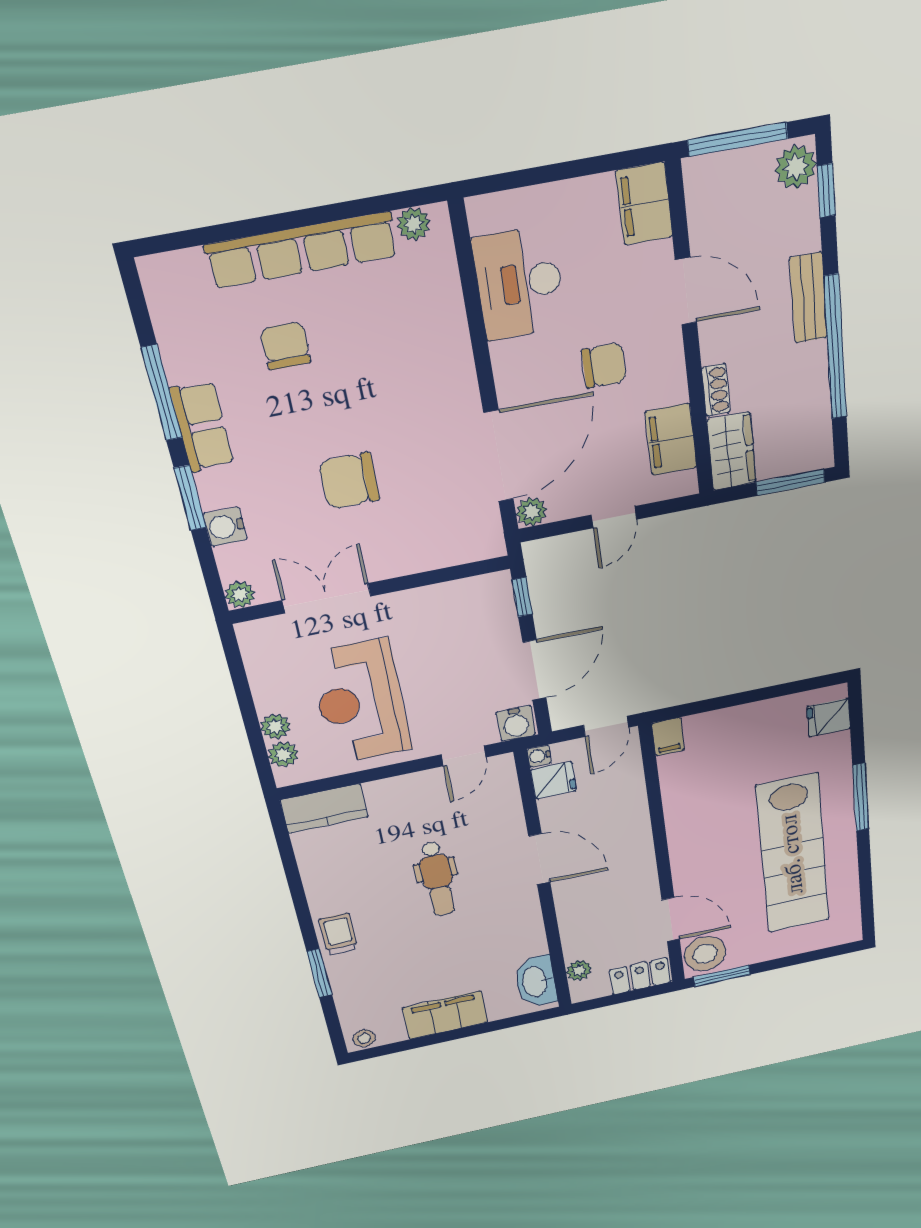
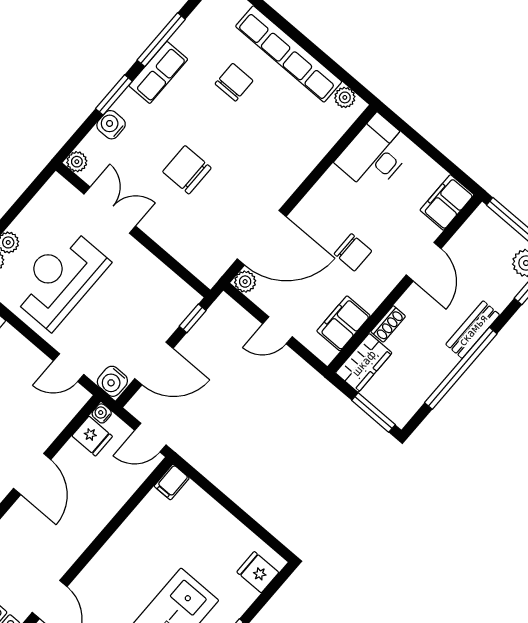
desk: (520, 283) -> (375, 154), moved

